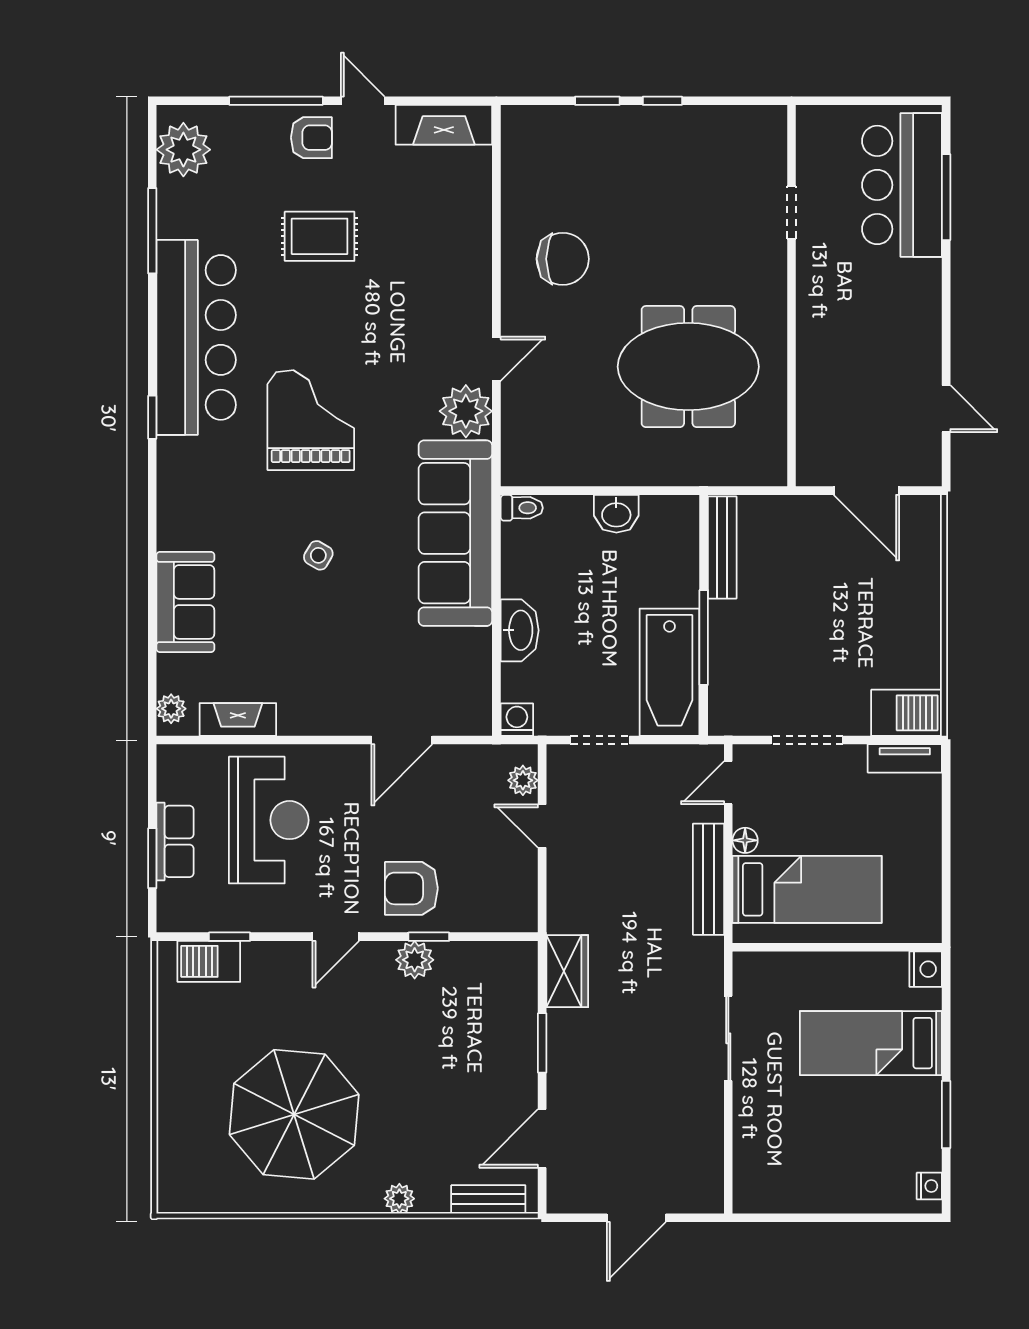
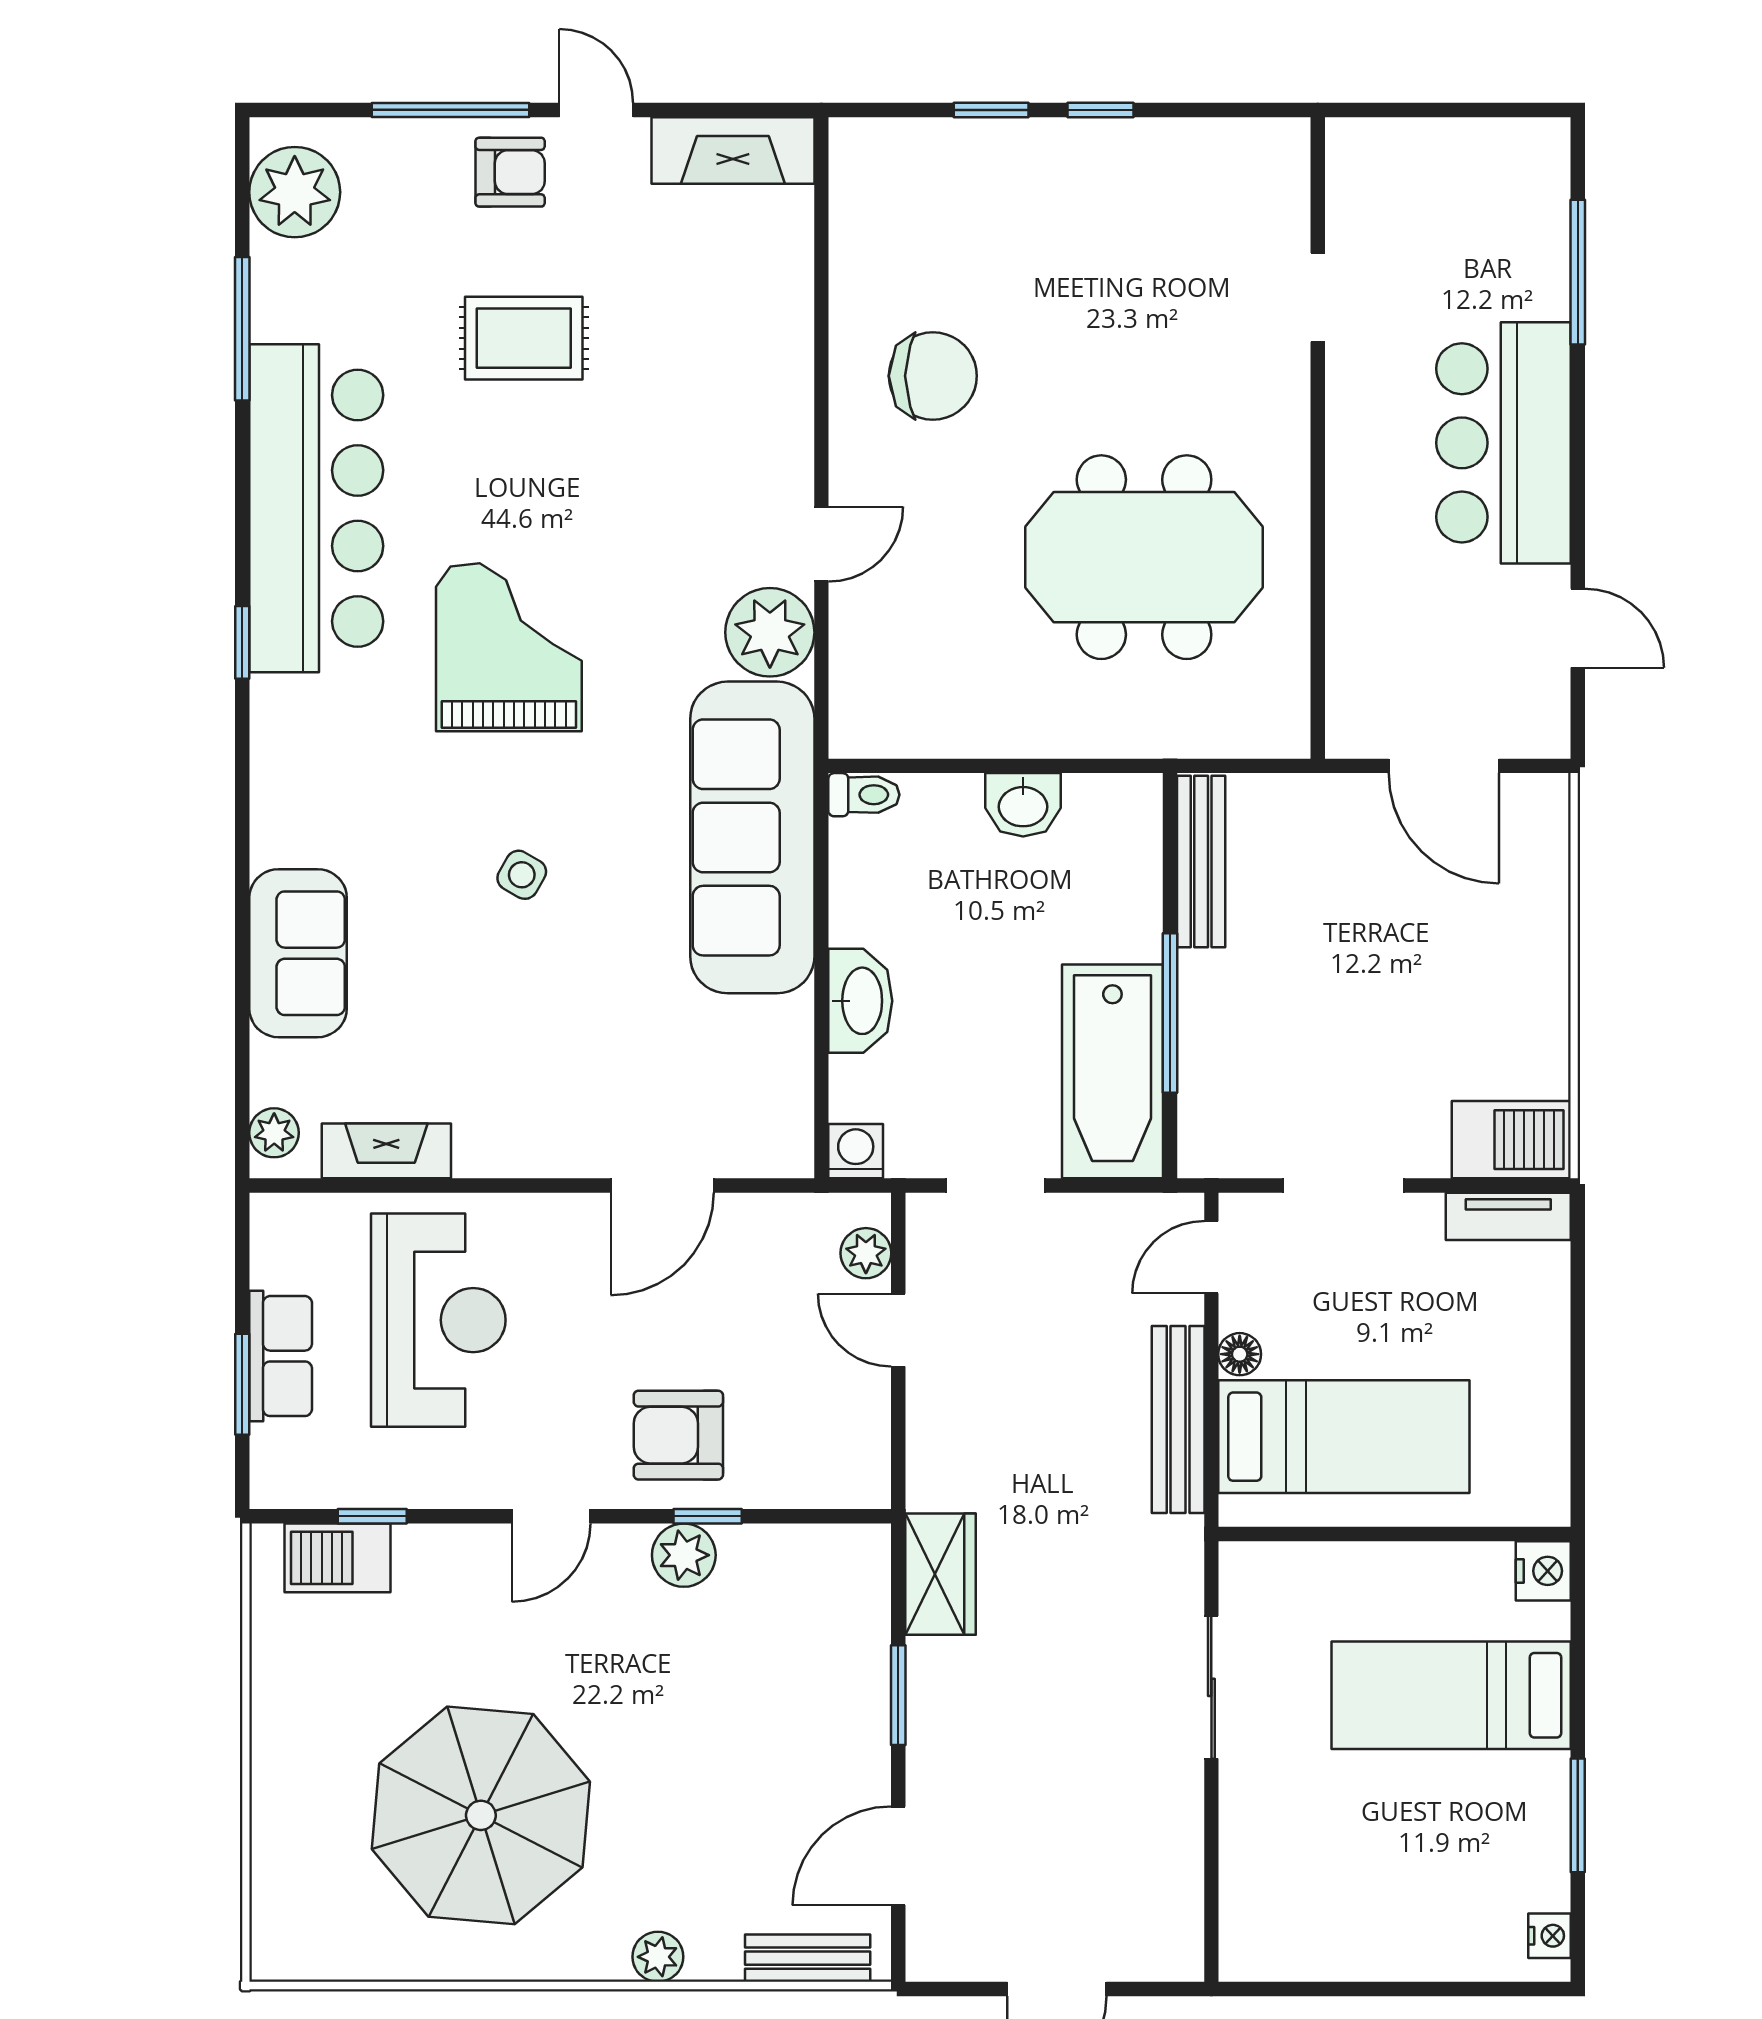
bar counter: (902, 185) -> (1503, 443), moved

